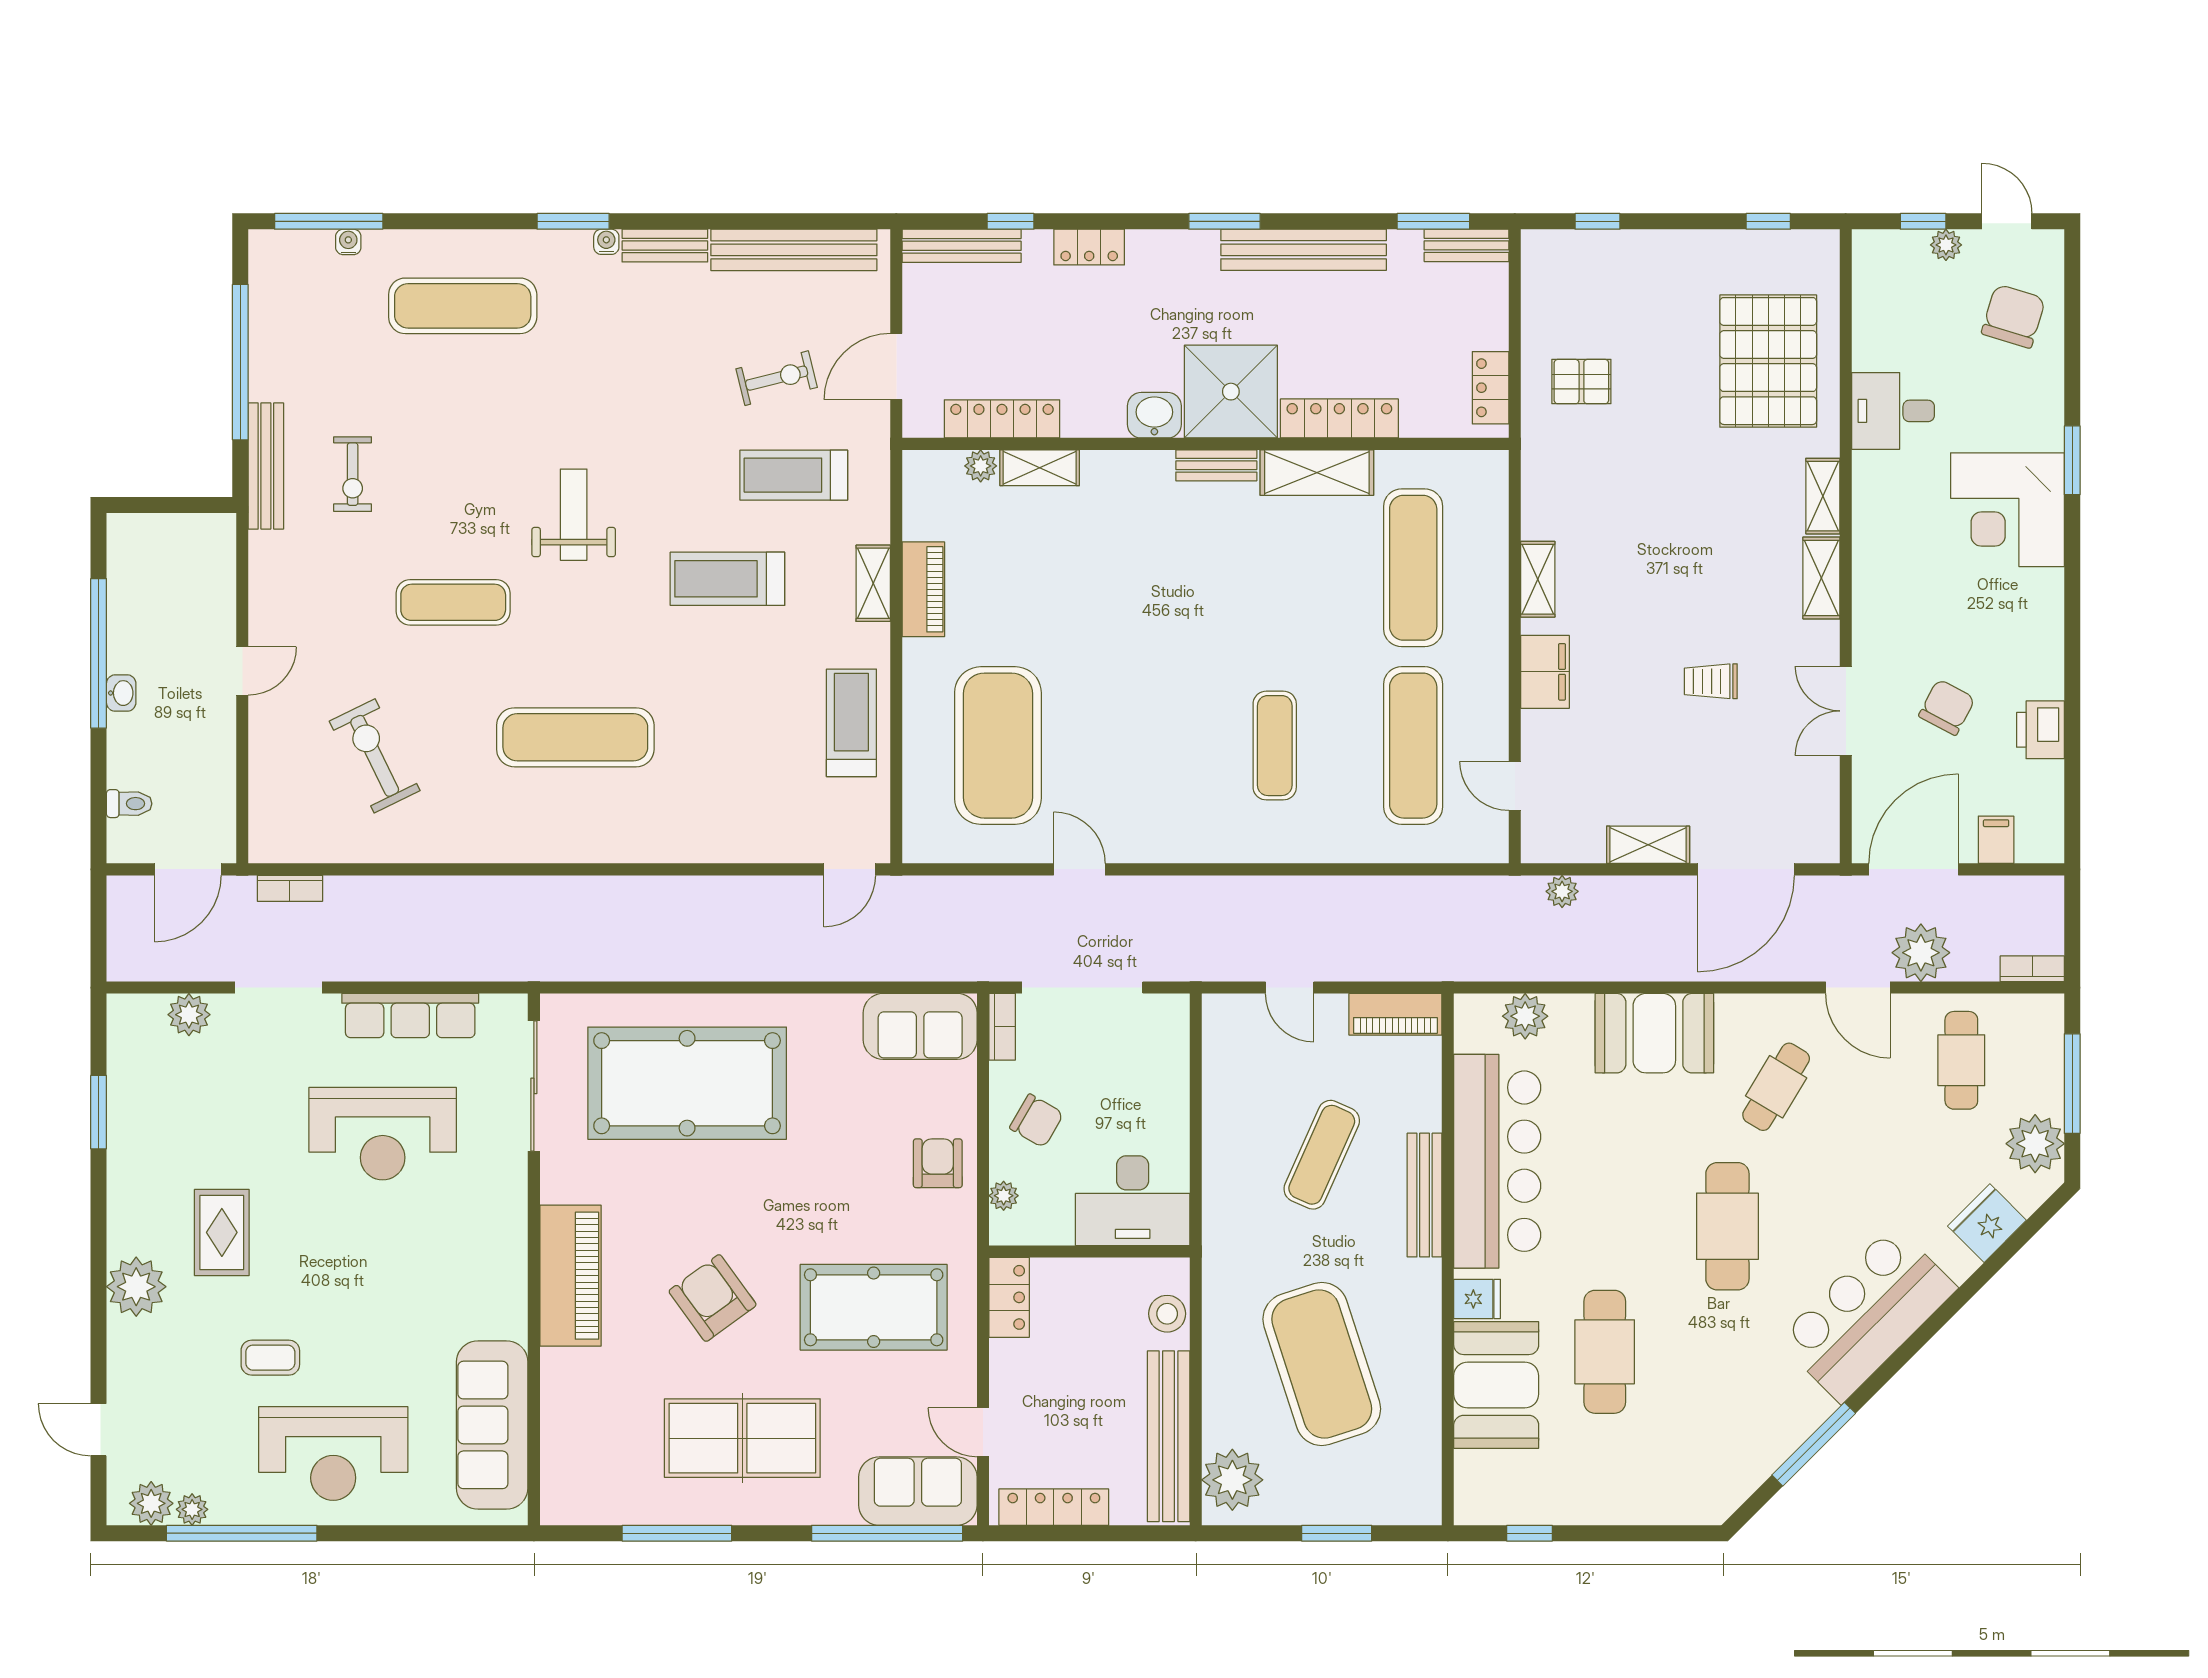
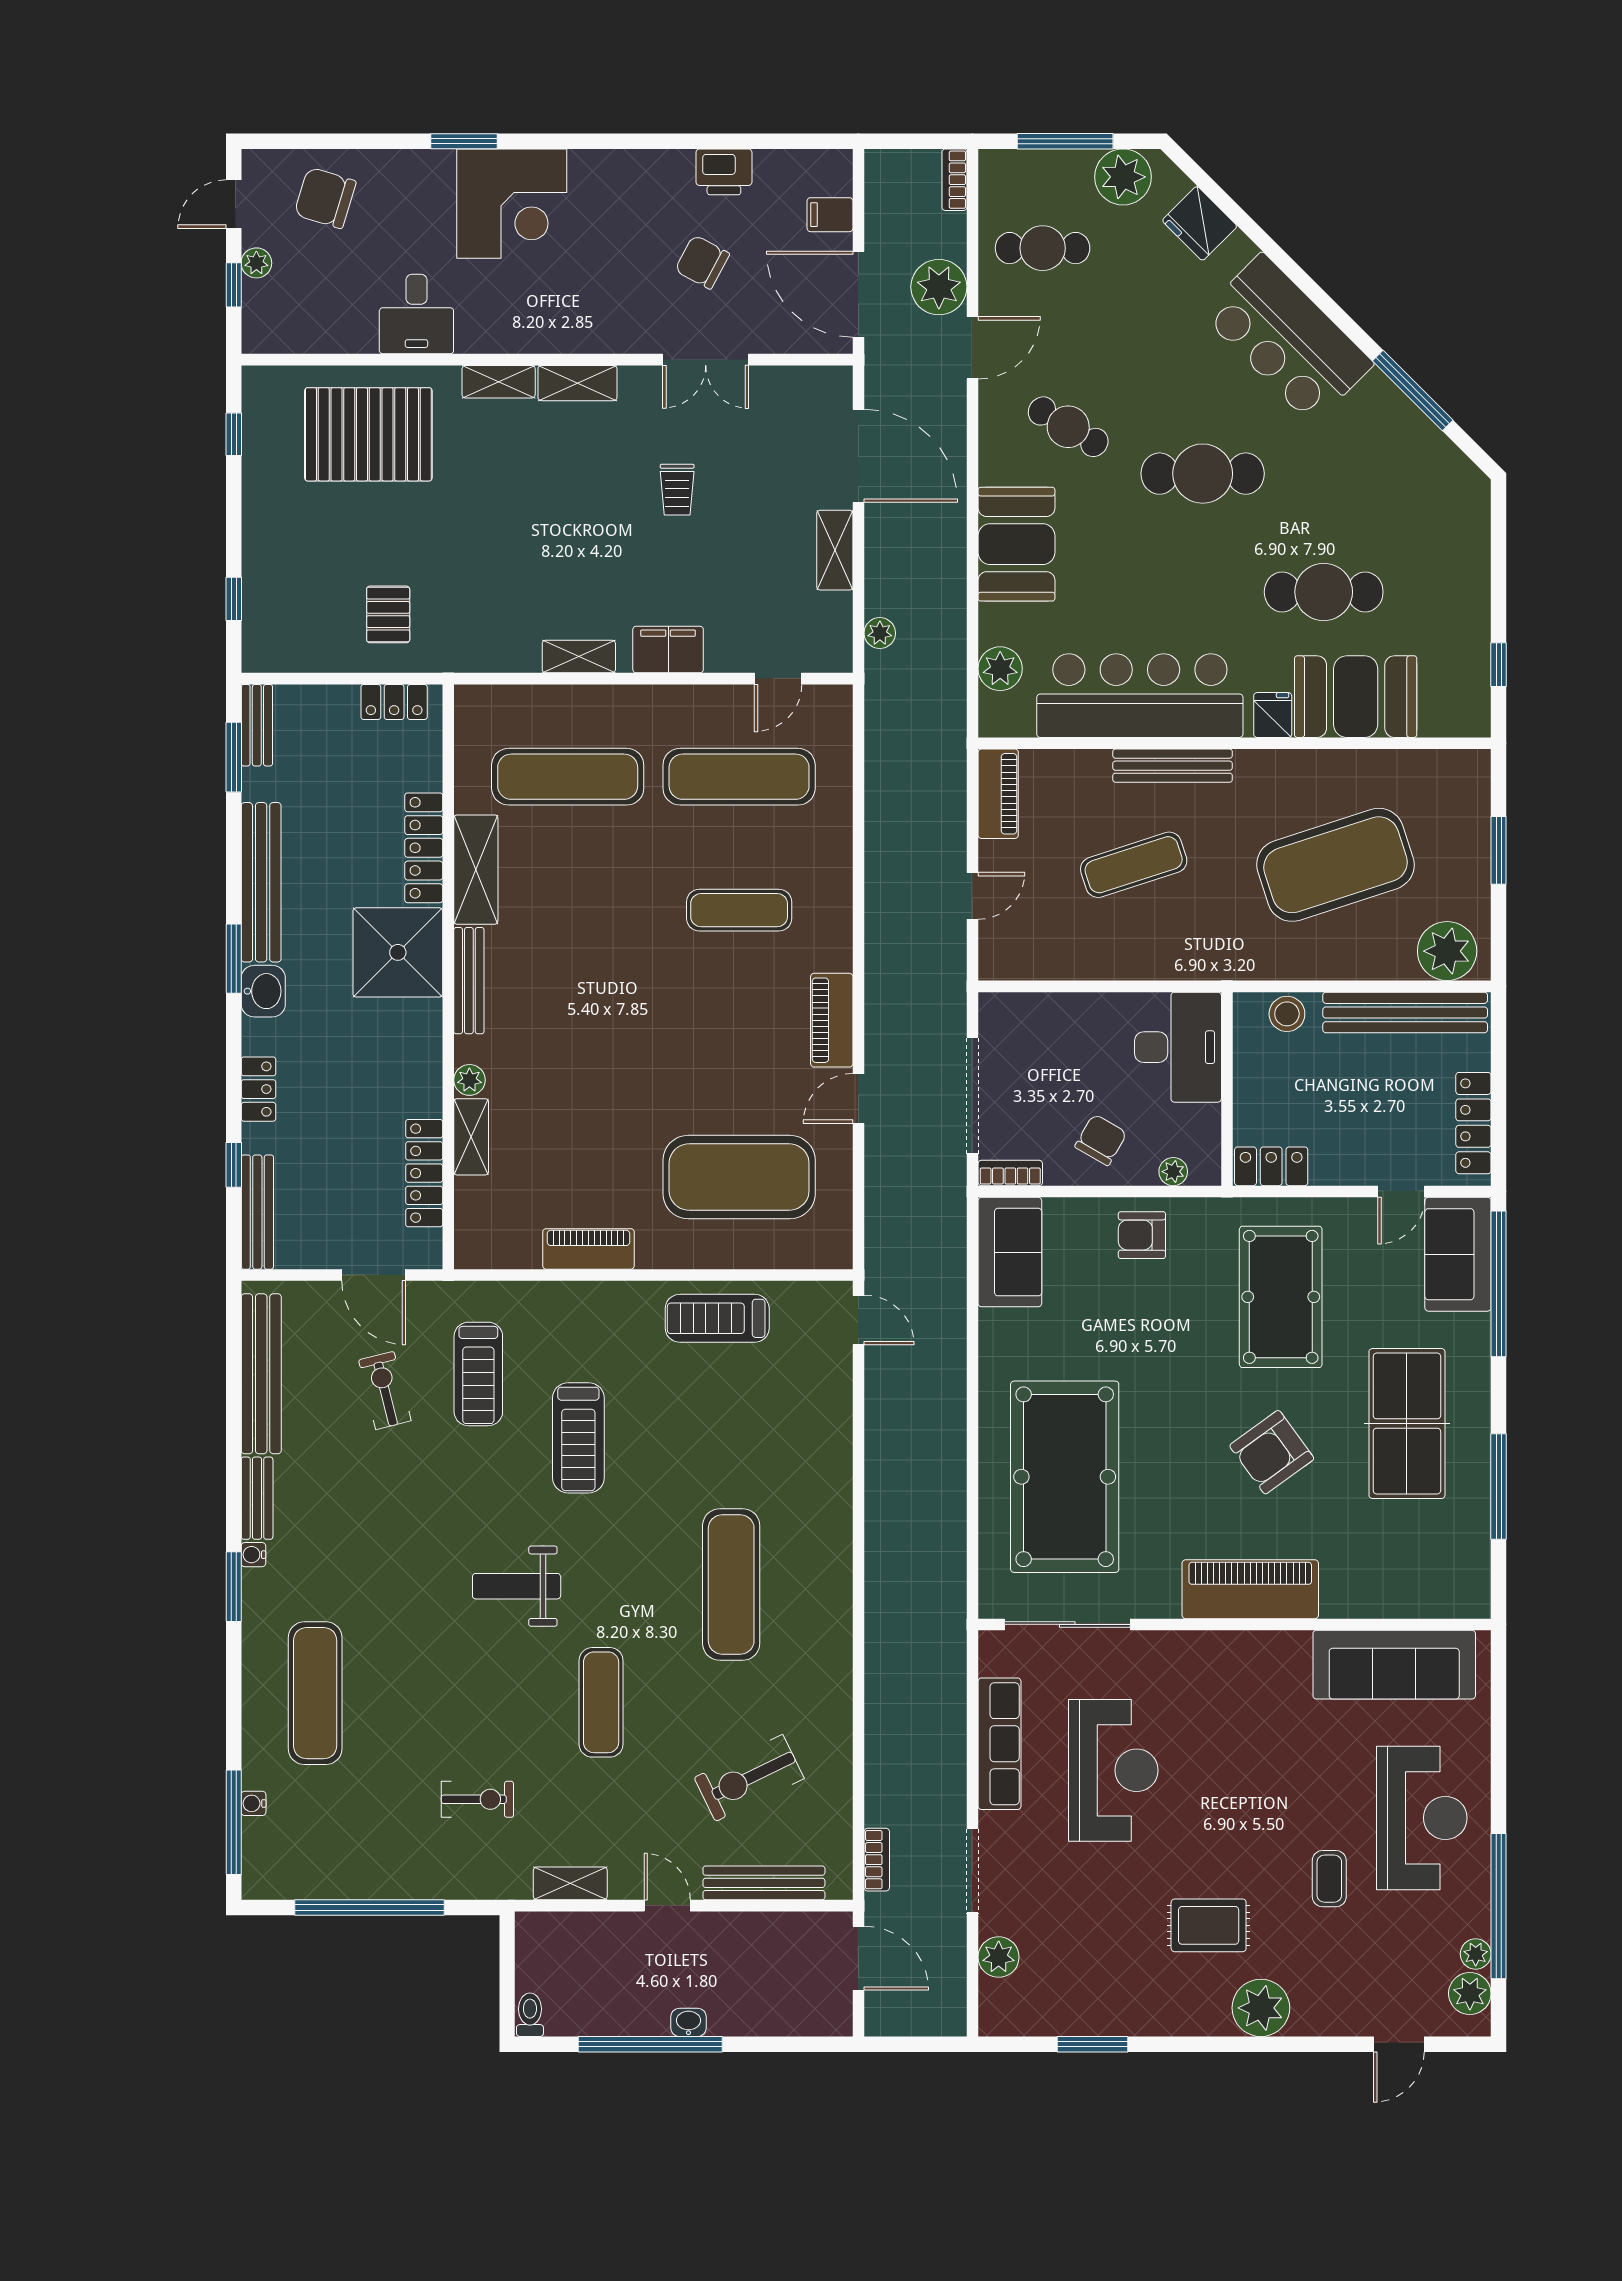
washbasin: (1154, 415) -> (263, 991), moved, turned 180
bench: (1216, 465) -> (469, 981), width x1.36
bench: (266, 466) -> (764, 1883), moved
plant: (981, 466) -> (469, 1080), moved
shelving: (873, 583) -> (570, 1883), moved
toilet: (129, 804) -> (530, 2015), moved
piano: (1161, 842) -> (832, 1020), added
exercise mat: (1322, 1155) -> (1134, 865), turned -42

